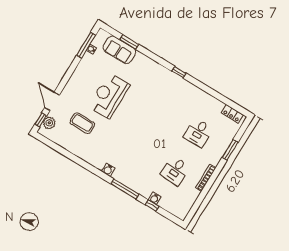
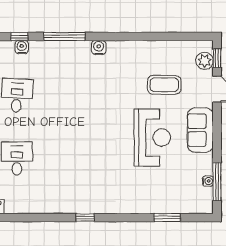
sofa: (119, 50) -> (200, 130), moved, turned -90

